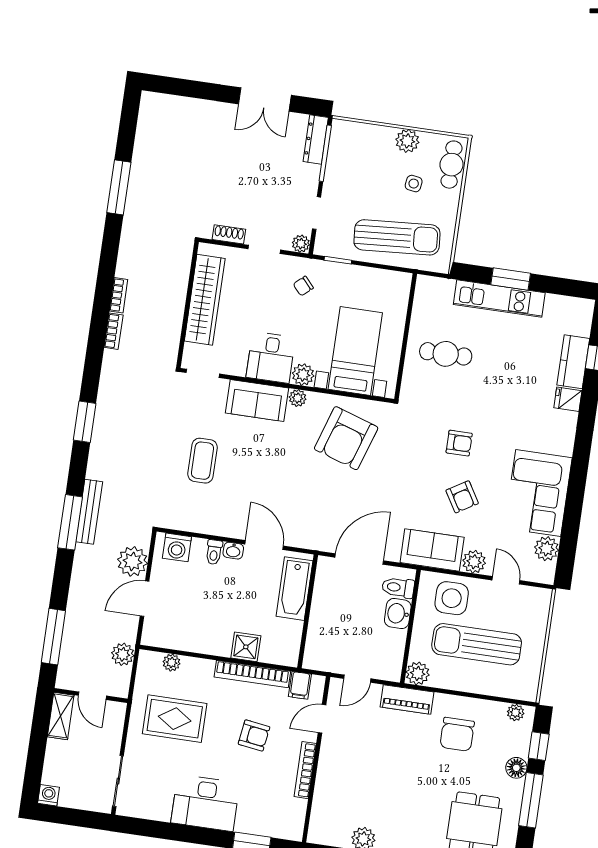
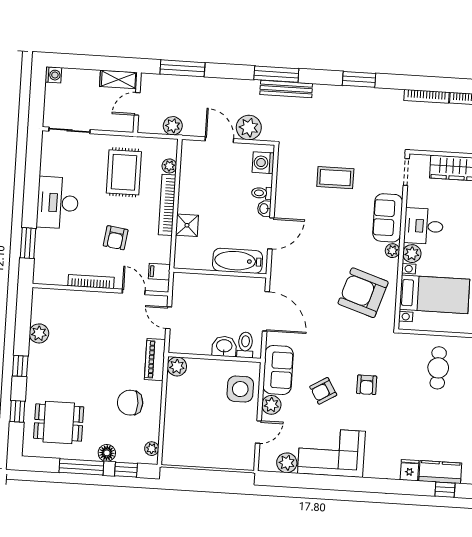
bookcase: (114, 331) -> (426, 96), width x1.56
sun lounger: (477, 644) -> (204, 412), removed
bookcase: (252, 674) -> (167, 205), moved

